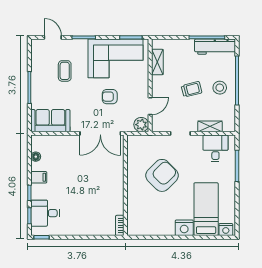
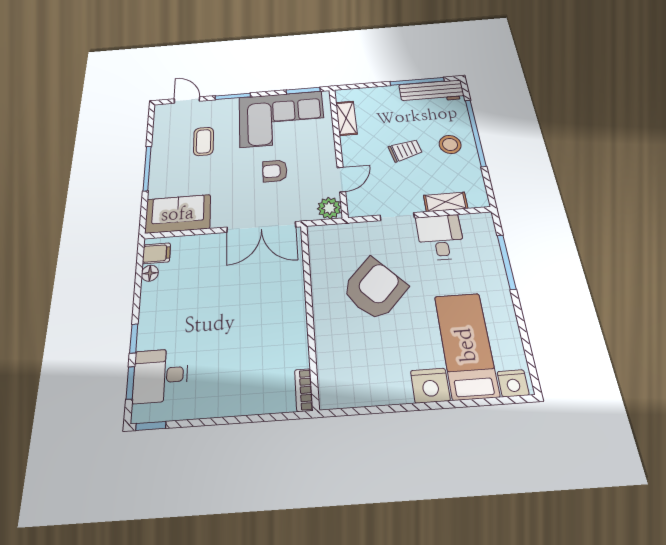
desk: (215, 148) -> (440, 237), moved
filing cabinet: (39, 177) -> (156, 253), moved

